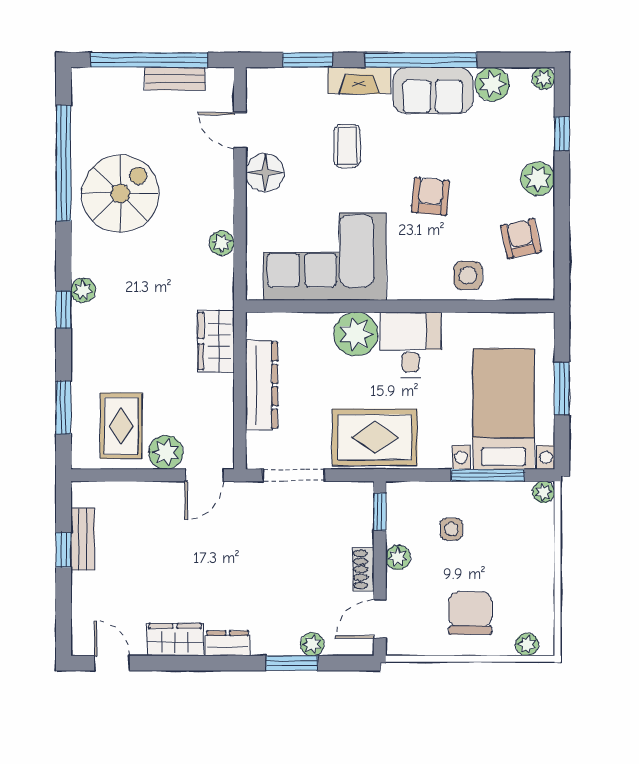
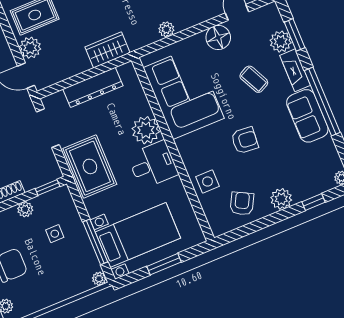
plant: (492, 84) -> (281, 42), moved
coffee table: (347, 146) -> (254, 79), turned 64
armchair: (521, 239) -> (242, 204), turned -50

